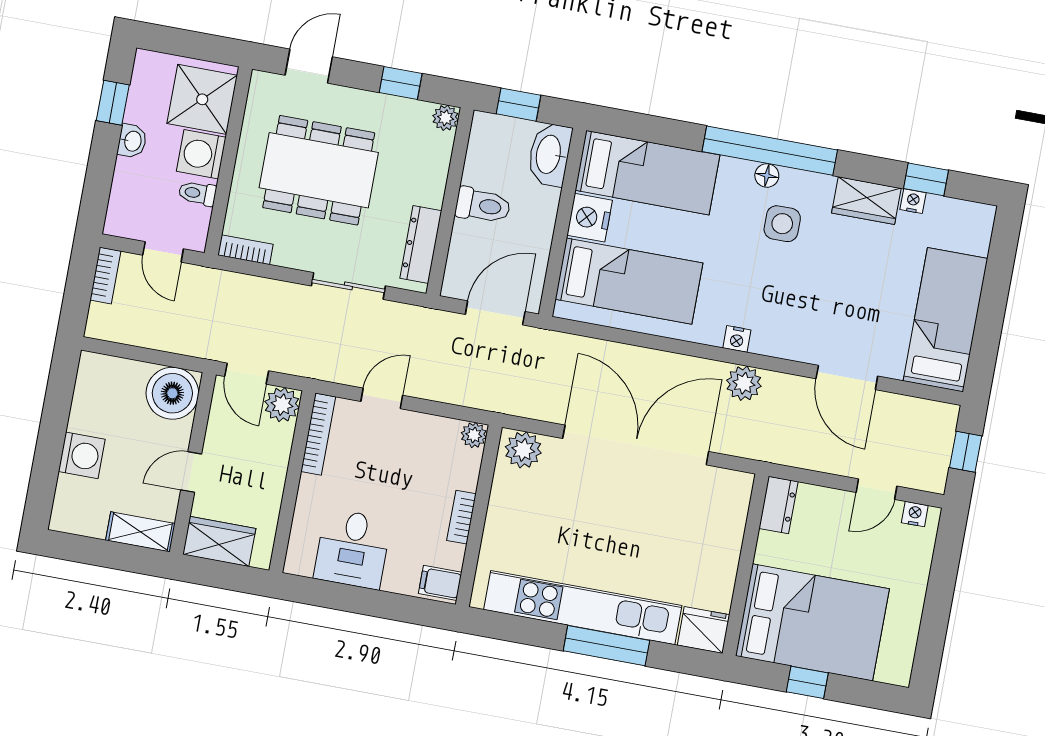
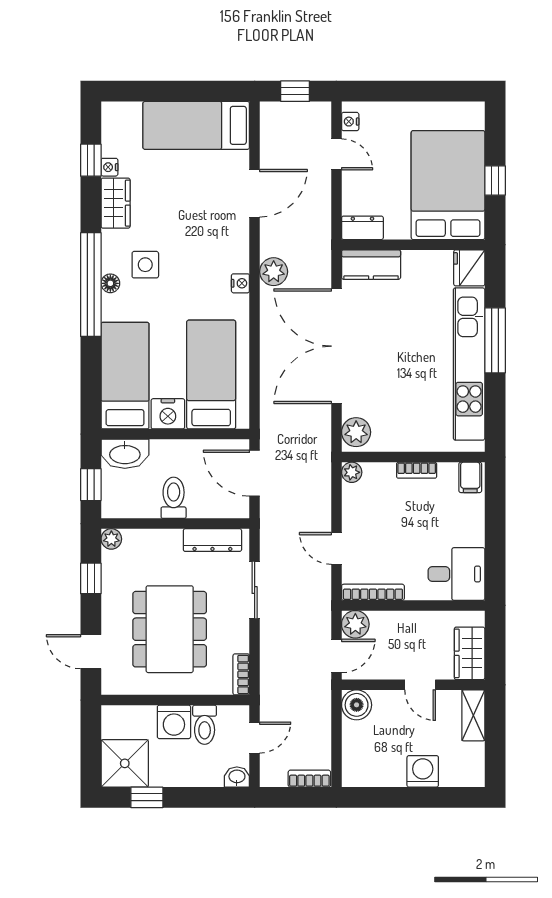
shower: (202, 99) -> (125, 763), moved
washbasin: (132, 141) -> (237, 777), moved
toilet: (197, 193) -> (205, 725), width x1.37, depth x1.39
bookcase: (105, 275) -> (309, 779), moved
boiler: (172, 393) -> (357, 705), width x0.73, depth x0.73
kitchen counter: (730, 507) -> (371, 265), added
desk: (353, 549) -> (456, 574), moved

